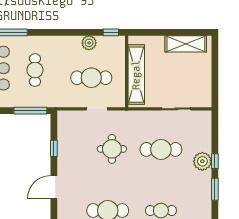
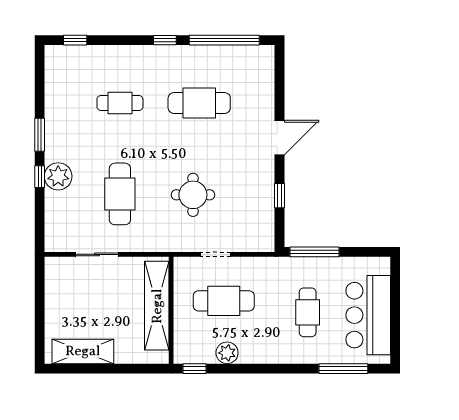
cafe table: (161, 149) -> (120, 194), turned 90

